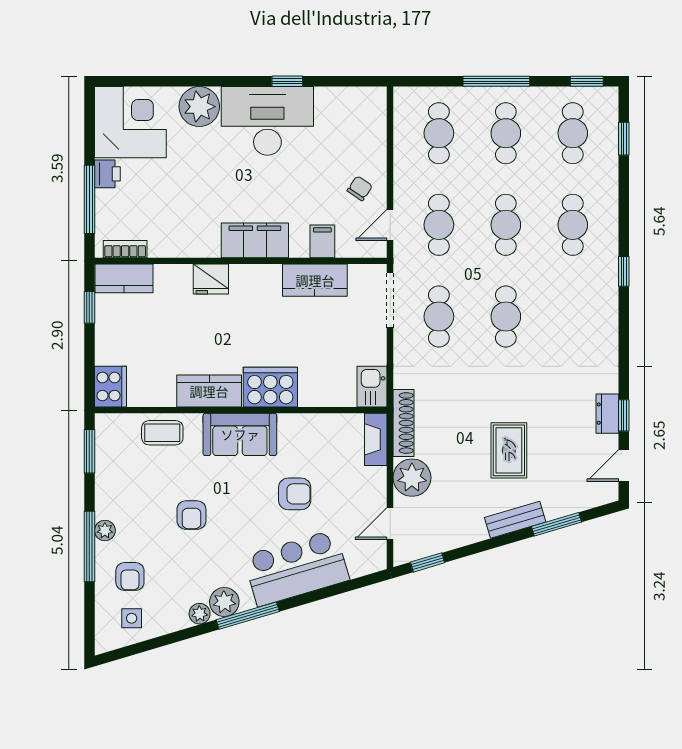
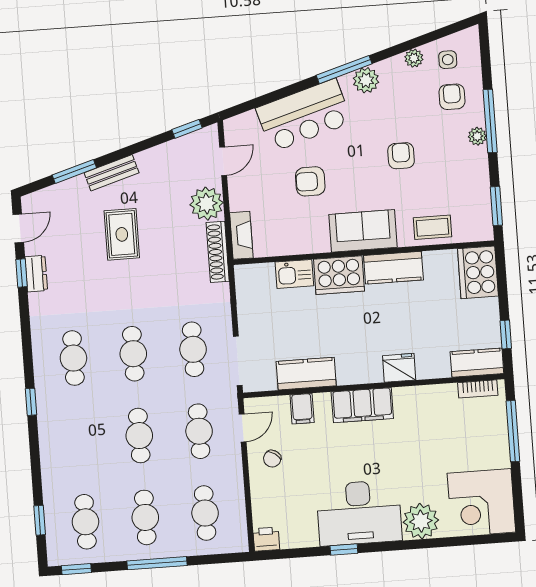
printer: (107, 174) -> (266, 539), moved, turned 90
cafe table: (573, 225) -> (73, 358), moved
cooker: (110, 387) -> (478, 272), width x1.37, depth x1.31
kitchen sink: (372, 387) -> (294, 274), moved, turned 90
plant: (200, 614) -> (414, 58), moved

